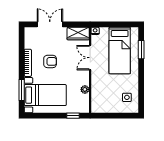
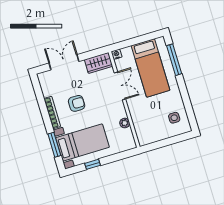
window: (141, 50) -> (174, 60), width x1.44
double door: (90, 58) -> (120, 86), swing flipped
window: (73, 116) -> (92, 164), moved

